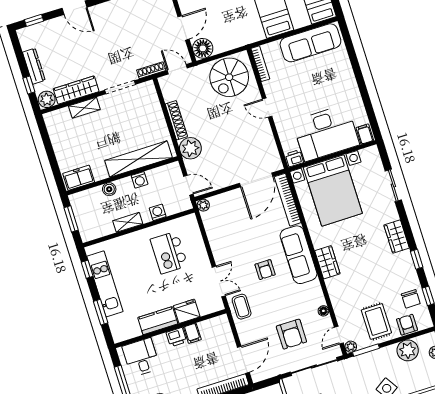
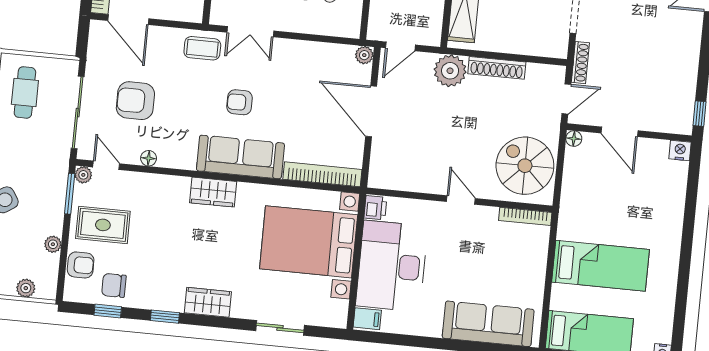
sofa: (310, 43) -> (488, 324), moved, turned 90
floor lamp: (203, 48) -> (574, 139), width x0.53, depth x0.53
door: (267, 108) -> (461, 200), hinge flipped
door: (256, 180) -> (371, 111), moved
plant: (408, 350) -> (53, 244), width x0.53, depth x0.53

